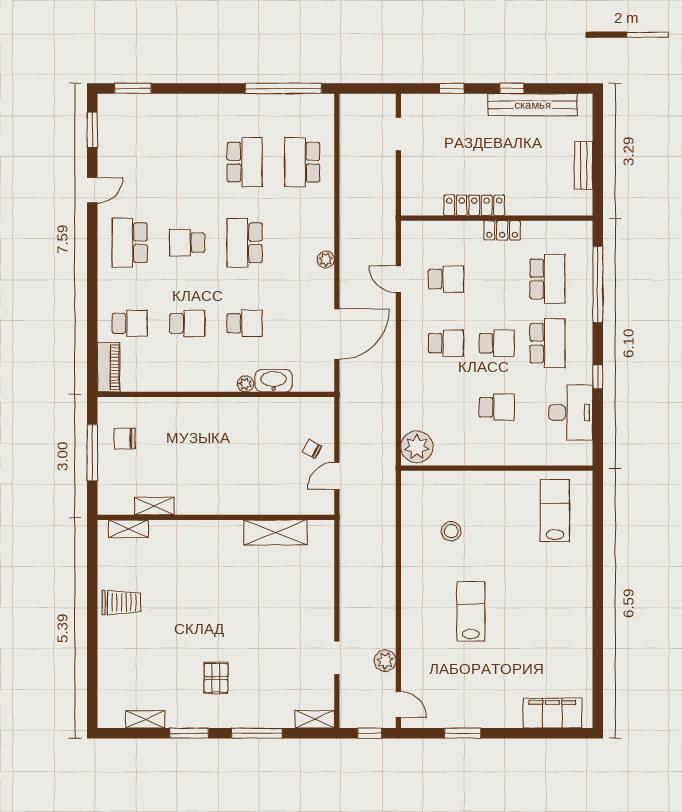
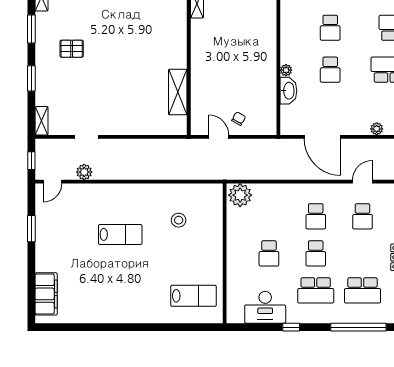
window: (257, 733) -> (31, 78), width x0.69

